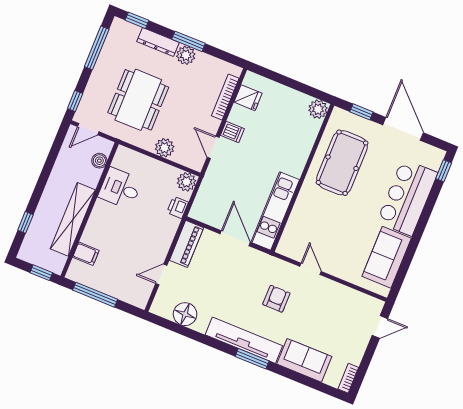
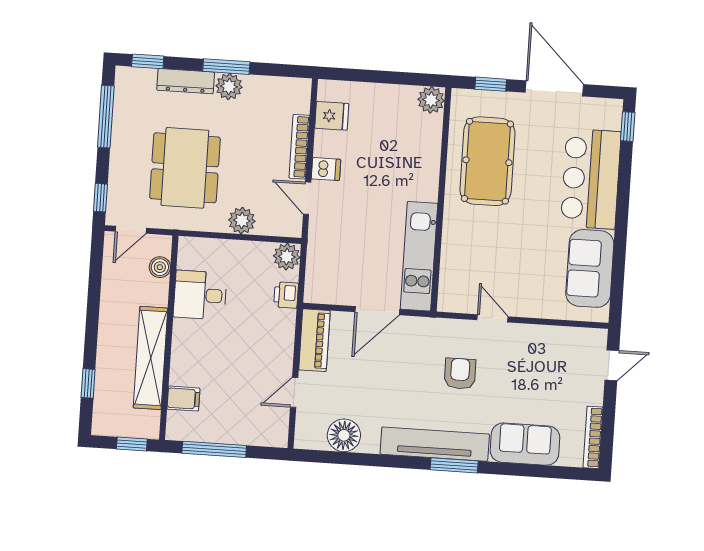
bookcase: (225, 97) -> (299, 147), moved
door: (235, 238) -> (377, 311), swing flipped
bookcase: (348, 378) -> (593, 437), width x1.56

